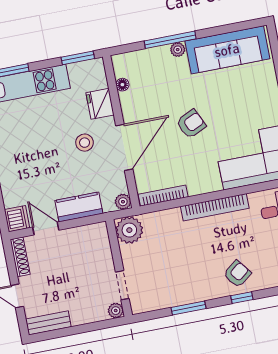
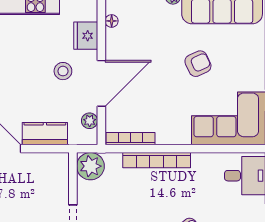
armchair: (191, 124) -> (198, 64), moved
plant: (123, 202) -> (90, 121), moved
bookcase: (215, 207) -> (157, 160), moved

